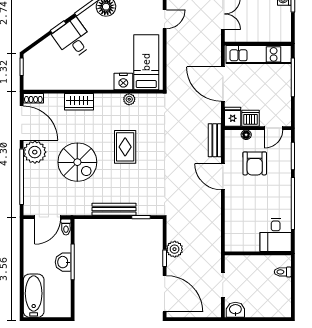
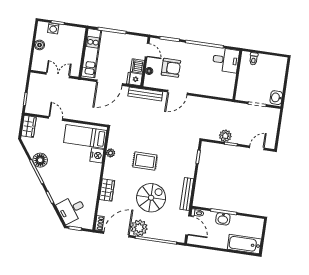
desk: (73, 39) -> (71, 209), moved
bench: (215, 140) -> (145, 94), width x1.36
bench: (114, 209) -> (187, 194), moved
door: (165, 294) -> (257, 148), width x0.53

